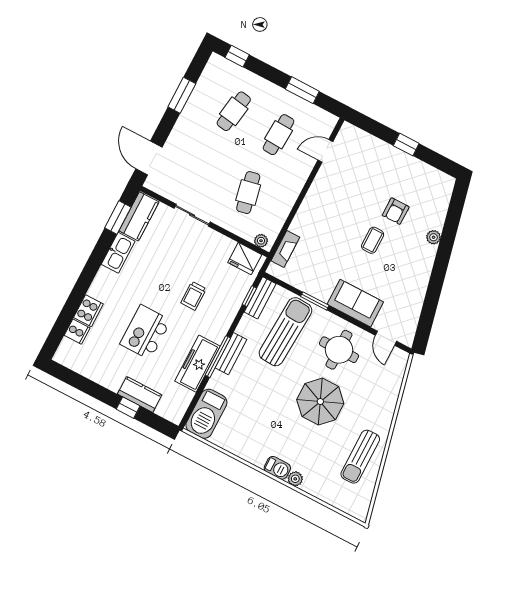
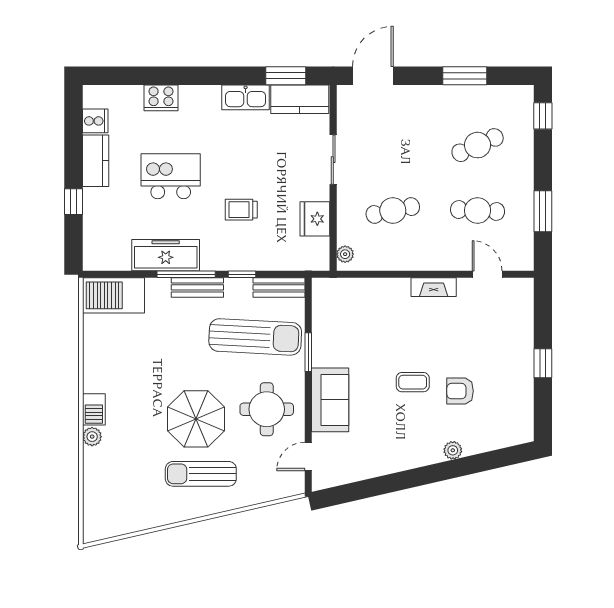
cafe table: (234, 111) -> (478, 145), turned -33
fireplace: (285, 249) -> (434, 287), moved
fridge: (245, 259) -> (315, 219), moved
window: (249, 296) -> (242, 274), moved
cooker: (77, 332) -> (95, 121), moved, turned -90
kitchen counter: (140, 394) -> (96, 161), moved
sun lounger: (360, 457) -> (201, 474), moved

